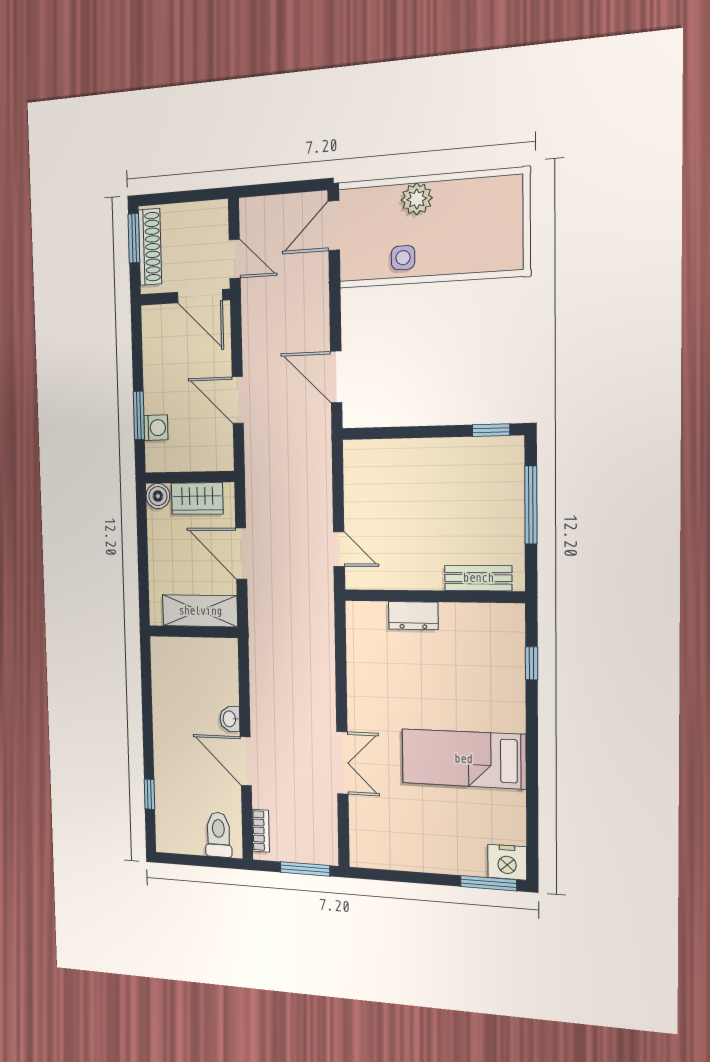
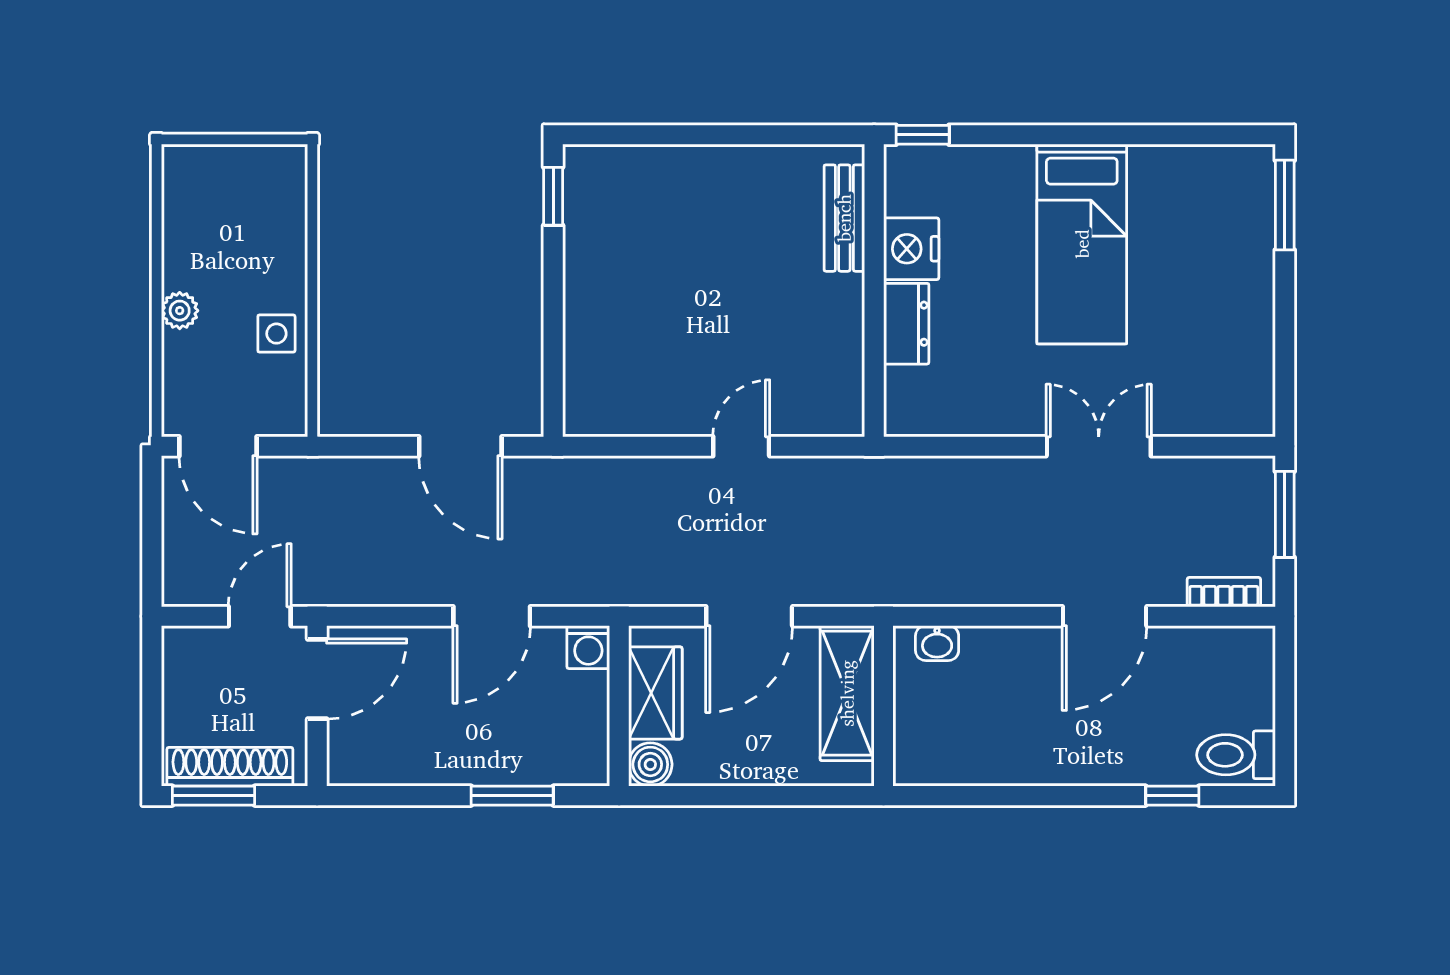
plant: (417, 199) -> (180, 311), width x0.73, depth x0.73
door: (336, 377) -> (460, 446), hinge flipped
washing machine: (156, 428) -> (588, 647), moved, turned 180
window: (531, 505) -> (672, 135), removed
bench: (478, 578) -> (844, 218), moved
wall: (433, 596) -> (874, 291), moved
dresser: (413, 616) -> (906, 324), moved
washbasin: (230, 719) -> (937, 643), moved
toilet: (218, 835) -> (1236, 755), moved
nightstand: (507, 862) -> (911, 249), moved, turned 180

